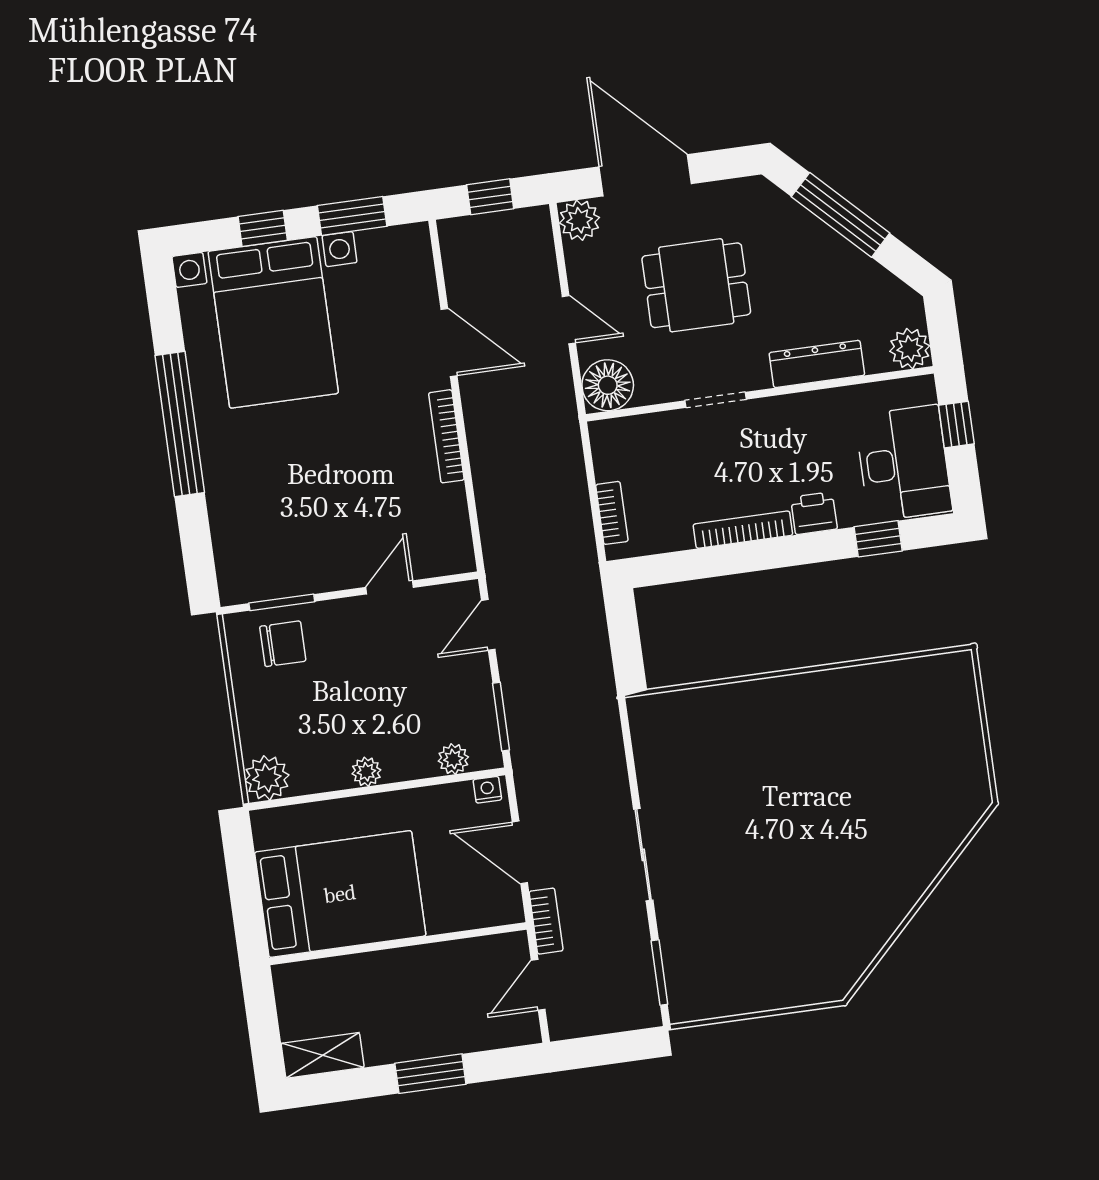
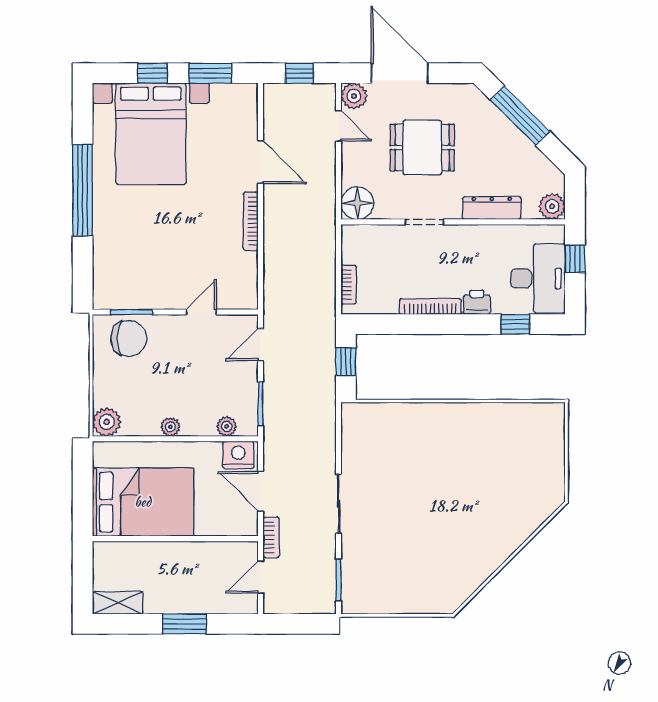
door: (569, 320) -> (339, 126), moved
window: (624, 633) -> (346, 362), added
chair: (283, 644) -> (129, 338), width x1.37, depth x1.37
nightstand: (487, 790) -> (238, 455), width x1.89, depth x1.79

